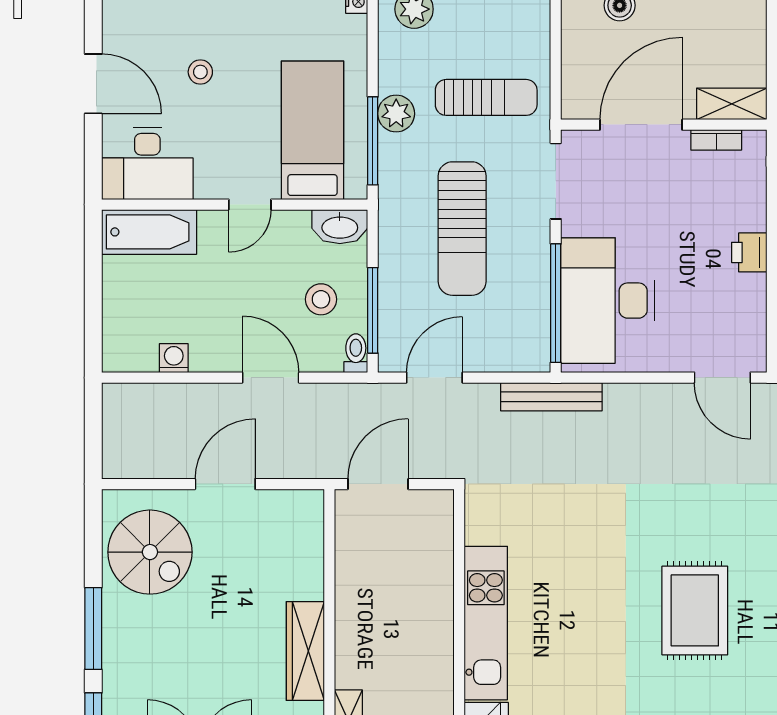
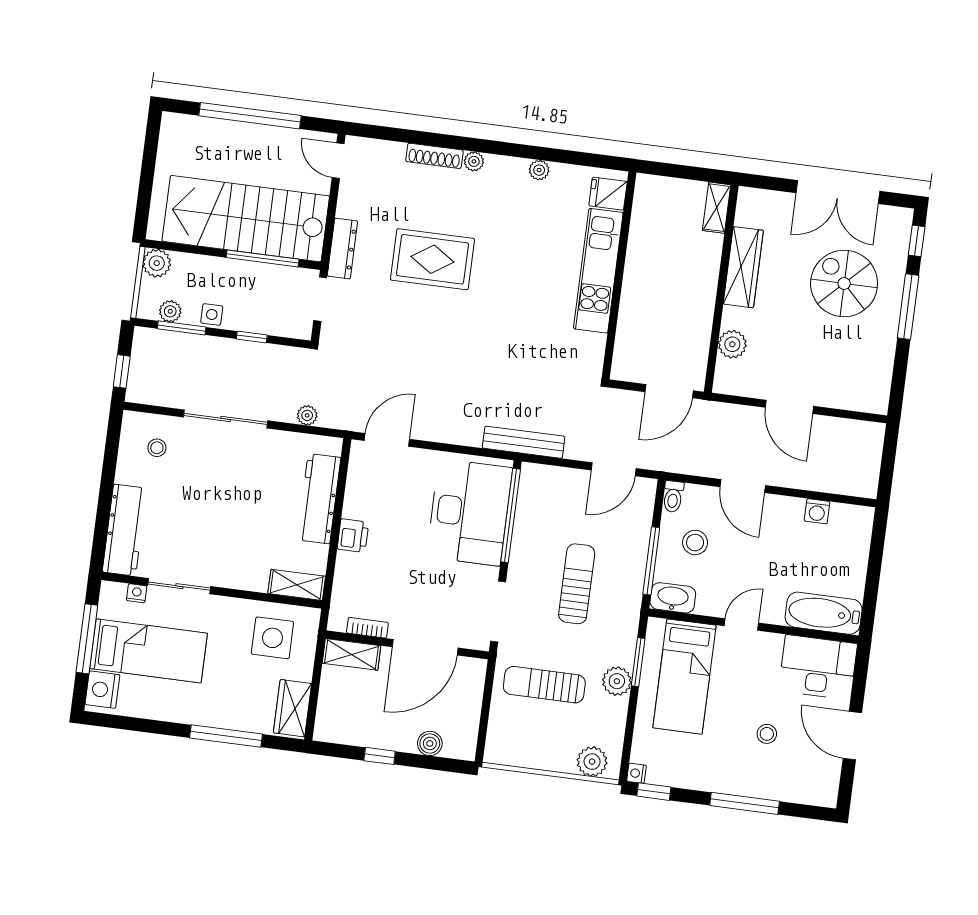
window: (373, 141) -> (638, 662), width x0.69
sun lounger: (462, 229) -> (577, 584), width x0.73, depth x0.75
window: (373, 310) -> (651, 561), moved
door: (722, 378) -> (387, 440), hinge flipped
door: (225, 484) -> (789, 407), hinge flipped
spiral stairs: (150, 552) -> (844, 283), moved
plant: (307, 553) -> (732, 344), added
rug: (695, 610) -> (432, 259), turned 90

